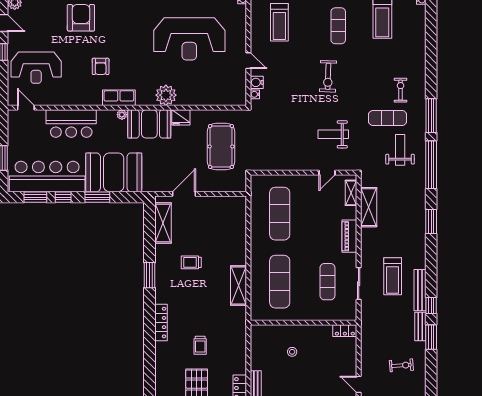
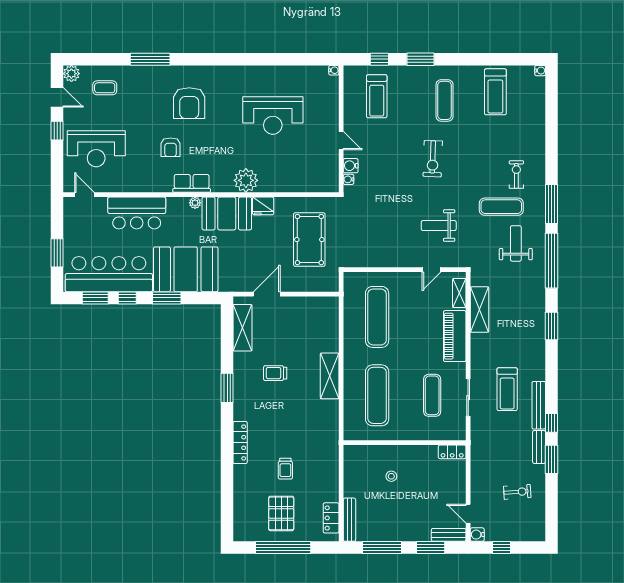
coffee table: (43, 15) -> (105, 88), added
armchair: (81, 18) -> (189, 103), moved, turned 180
reception desk: (189, 39) -> (273, 115), width x0.74, depth x0.77
piano: (349, 236) -> (455, 336), width x1.37, depth x1.33
shelving: (239, 286) -> (330, 376), moved

